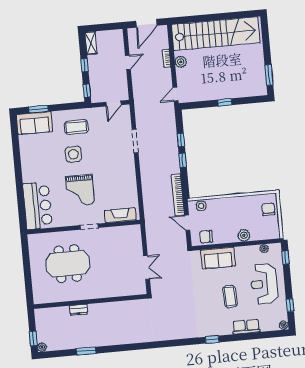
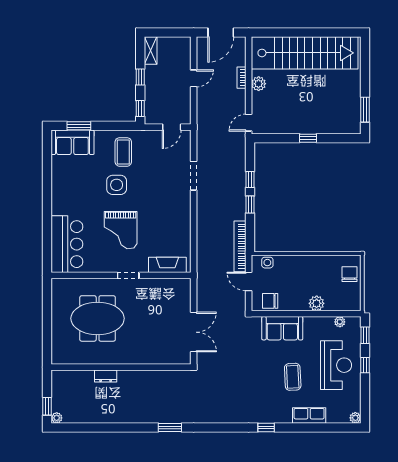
coffee table: (76, 127) -> (123, 152), turned 90
double door: (147, 268) -> (194, 332), width x1.37
reception desk: (264, 284) -> (336, 365), turned 180
window: (290, 305) -> (365, 365), moved
window: (86, 351) -> (170, 428), moved

